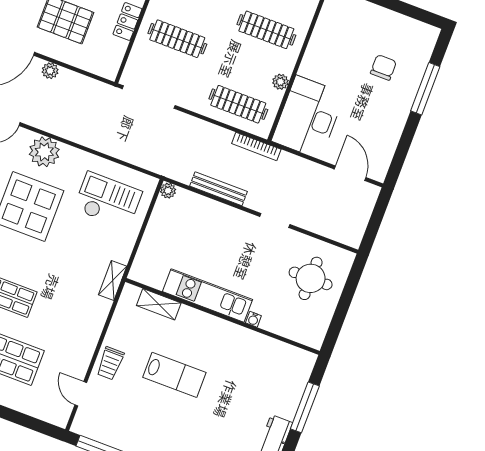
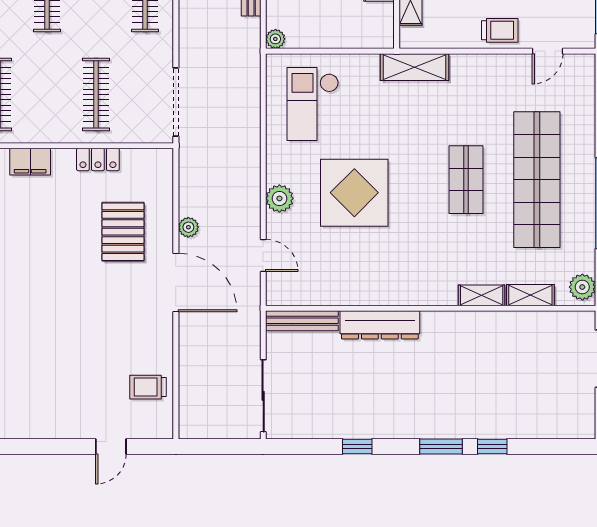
plant: (44, 152) -> (279, 198), width x0.73, depth x0.73
shelving: (113, 281) -> (415, 67), width x1.50, depth x1.33

